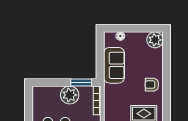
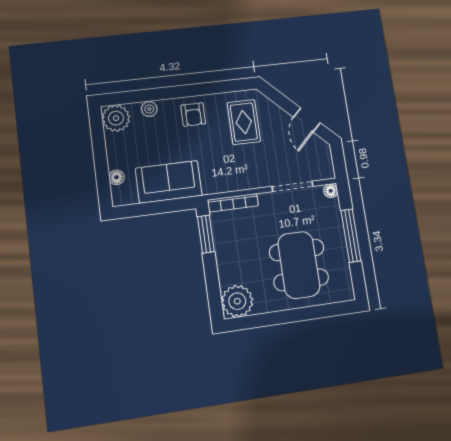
plant: (158, 60) -> (149, 109), added
plant: (70, 95) -> (237, 301), moved

